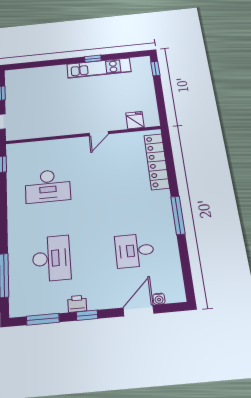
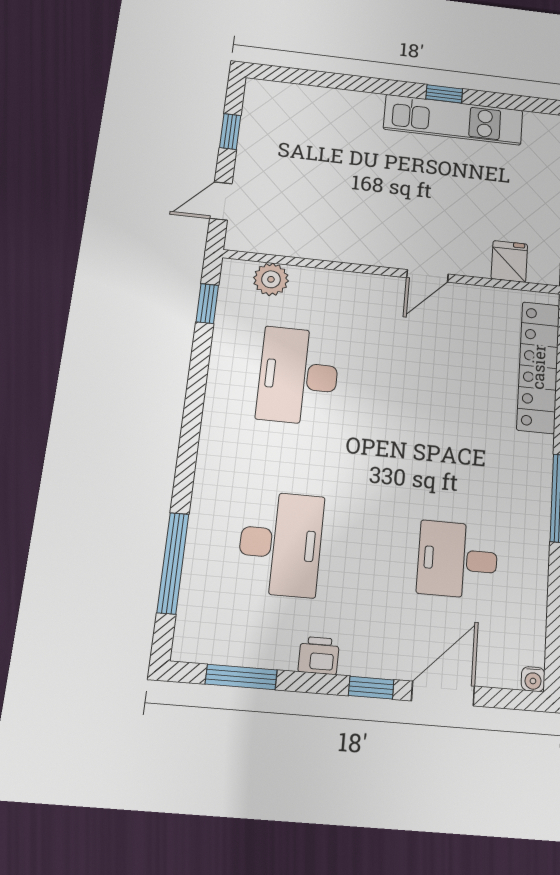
plant: (29, 149) -> (271, 279), added
desk: (48, 186) -> (298, 376), turned 90
water cooler: (159, 299) -> (533, 679), moved
window: (87, 315) -> (371, 688), moved

